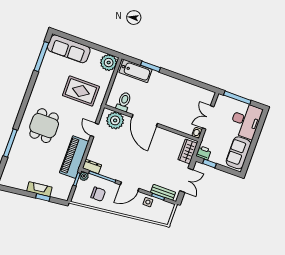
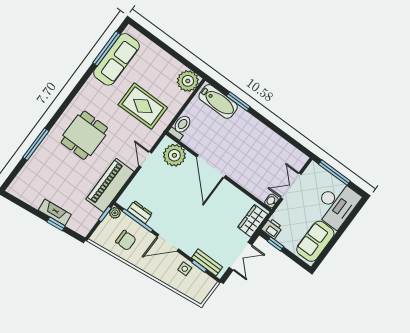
sofa: (69, 49) -> (117, 59), moved, turned -90
toilet: (124, 102) -> (181, 127), moved
dresser: (92, 166) -> (140, 212), moved

